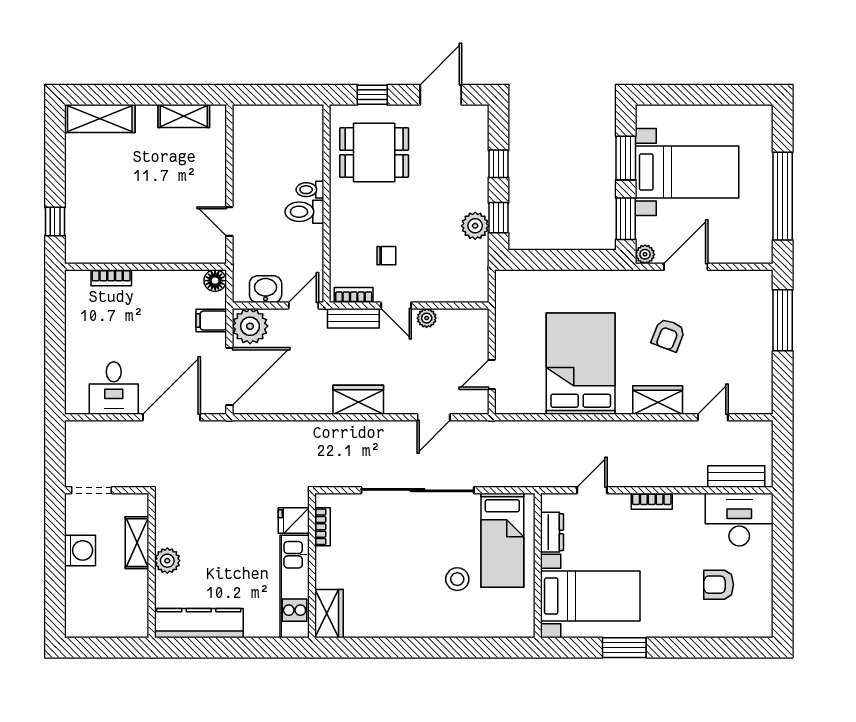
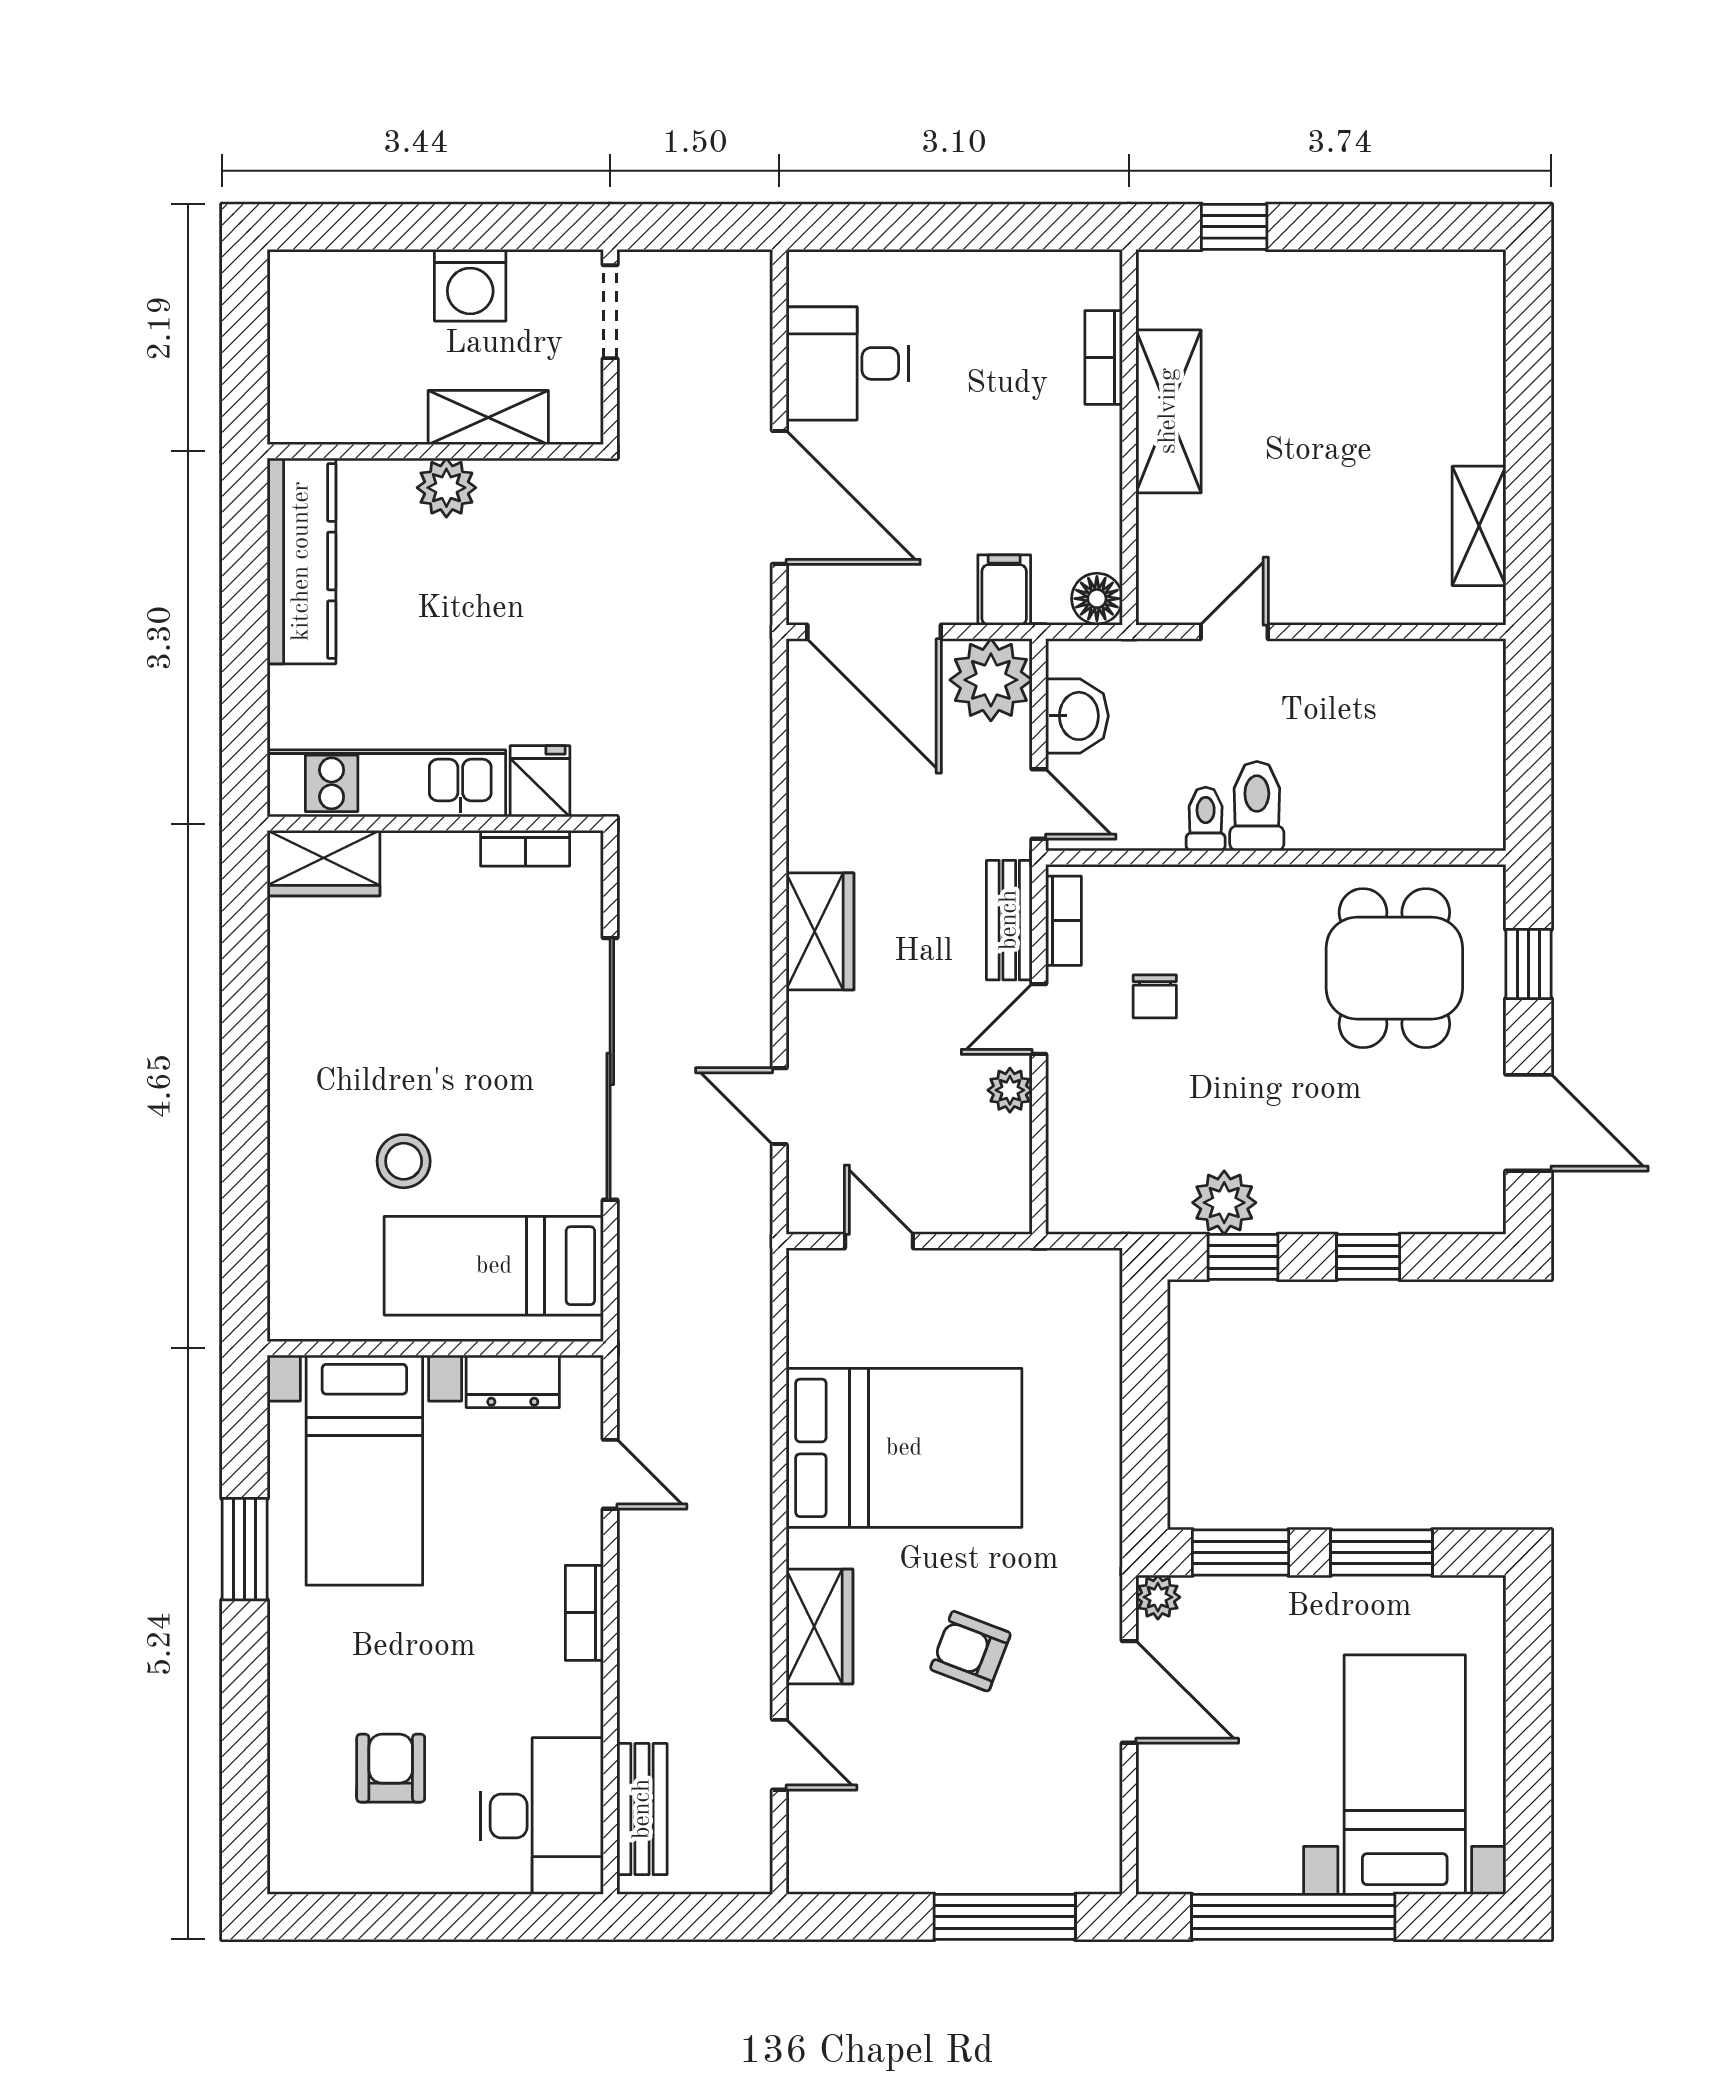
shelving: (100, 119) -> (1168, 411), moved
bed with nightstands: (687, 172) -> (1405, 1775), moved, turned 180
toilet: (310, 190) -> (1206, 819), moved

